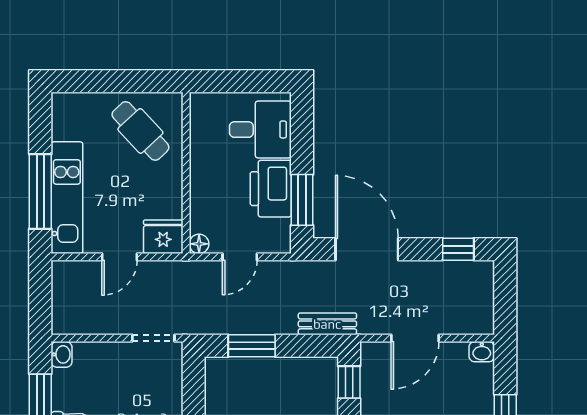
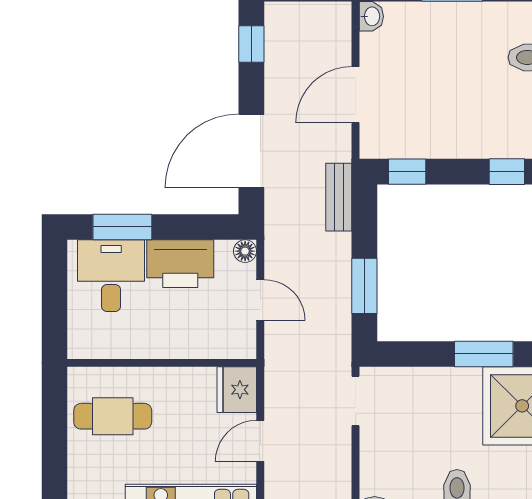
cafe table: (140, 131) -> (113, 416), turned 43
window: (302, 200) -> (122, 227), moved
floor lamp: (199, 244) -> (245, 251), moved
door: (119, 257) -> (260, 441), swing flipped
door: (415, 338) -> (356, 95), swing flipped

